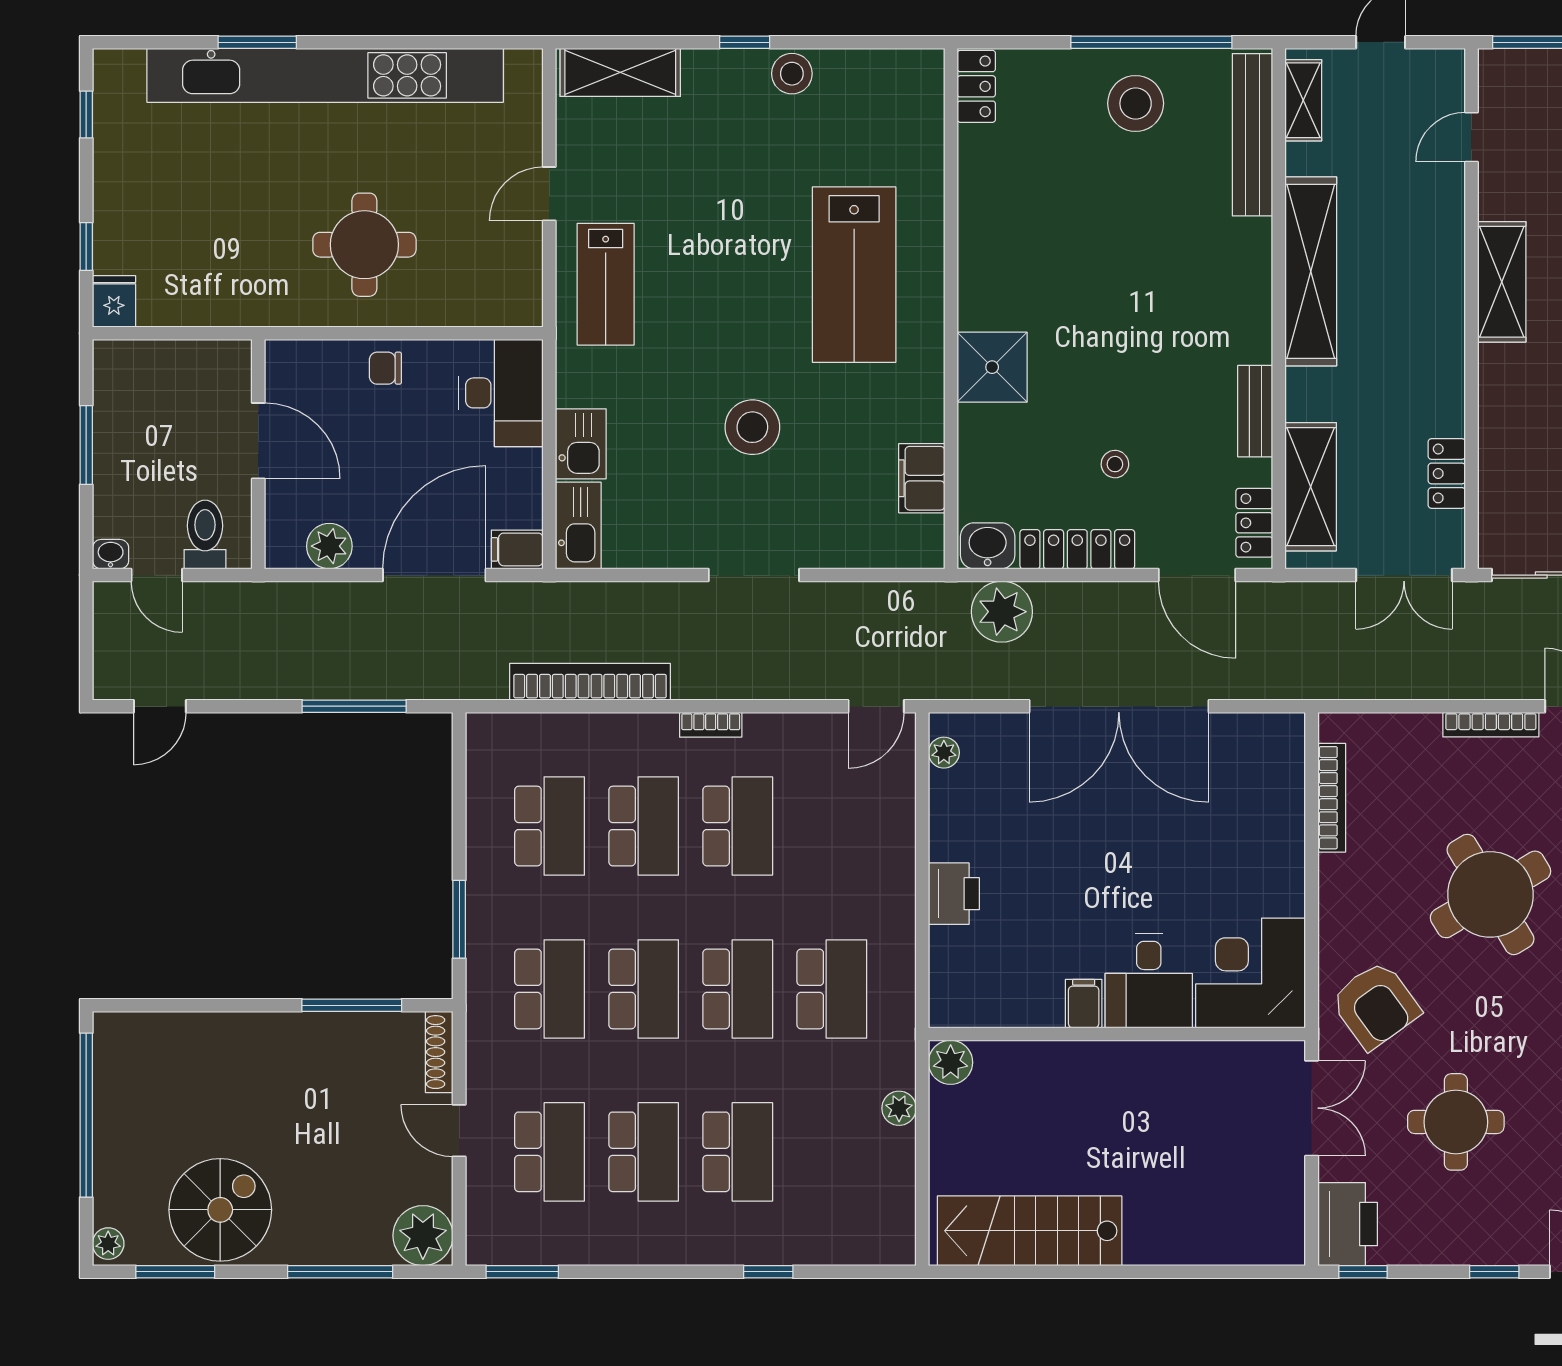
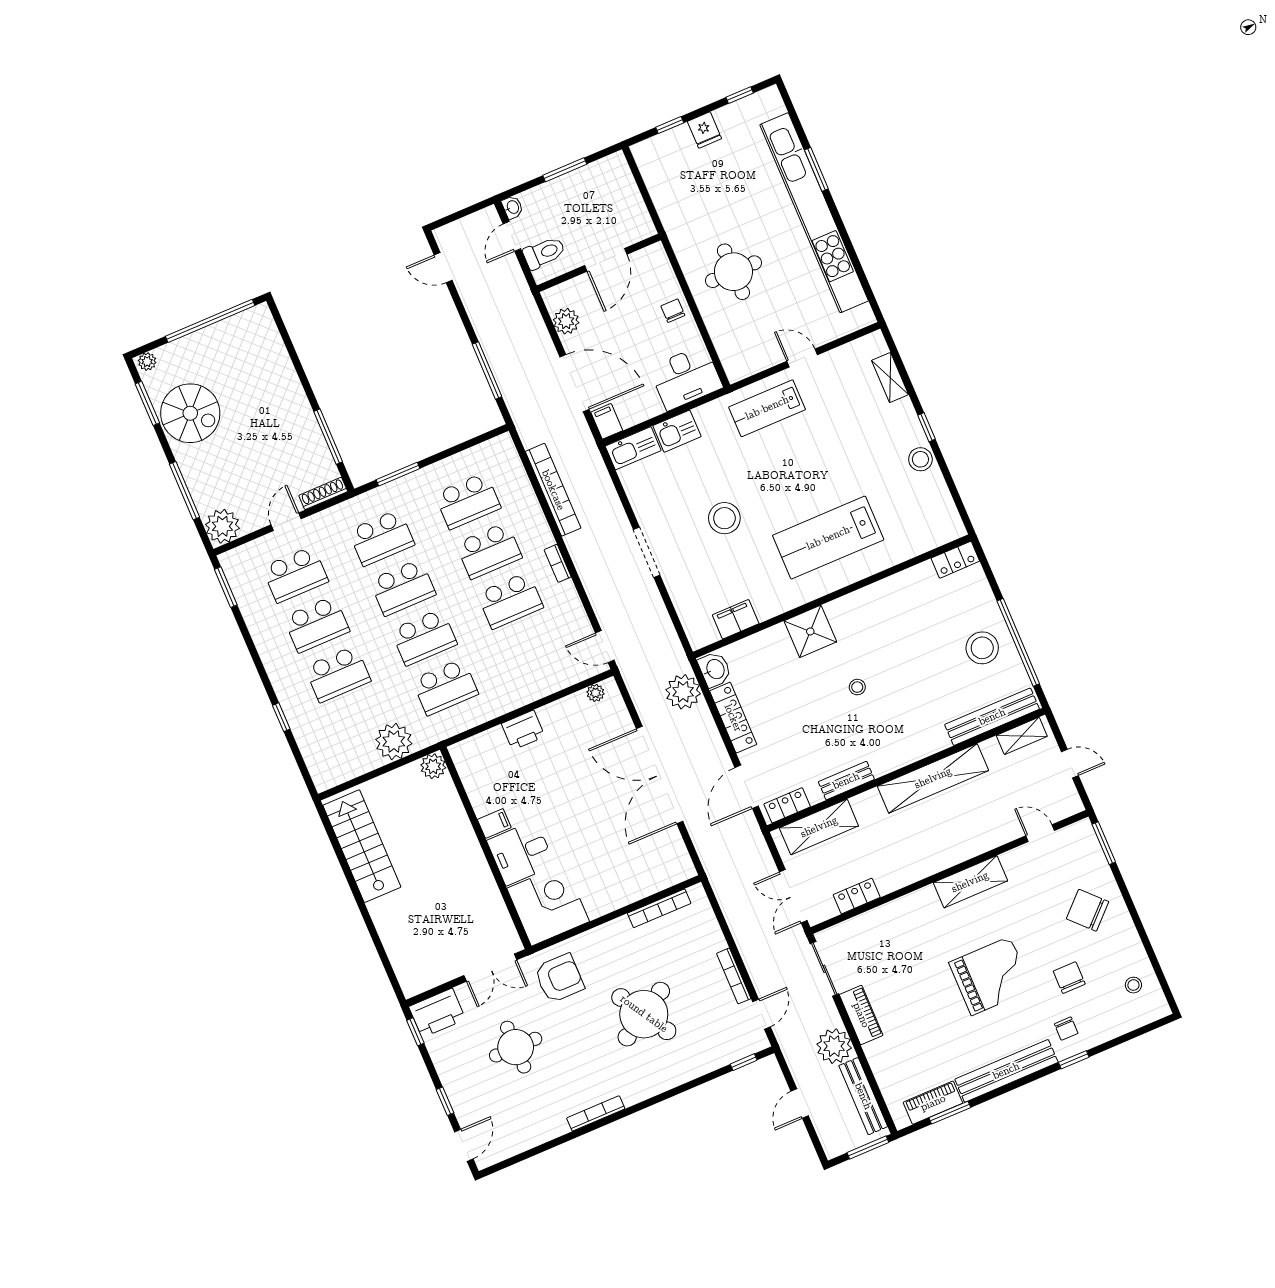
shelving: (620, 72) -> (890, 377), width x0.67, depth x0.75
fridge: (114, 301) -> (704, 130), moved, turned 90
stool: (1115, 464) -> (857, 687), moved
armchair: (1375, 1005) -> (559, 978), turned -144
plant: (899, 1108) -> (394, 742), width x1.87, depth x1.87

